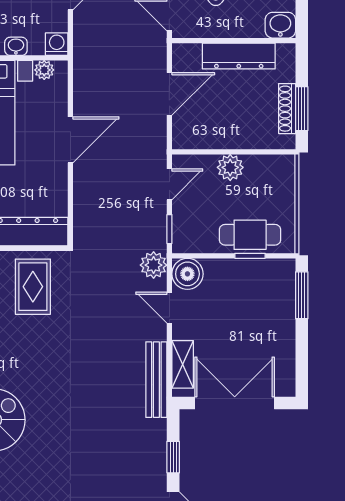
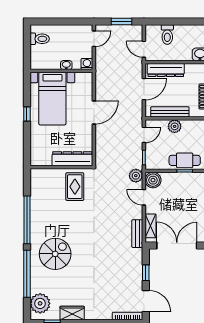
dresser: (239, 56) -> (166, 70), moved
plant: (44, 70) -> (81, 77), removed
bench: (221, 139) -> (170, 112), added
bench: (156, 380) -> (137, 234), width x0.73

